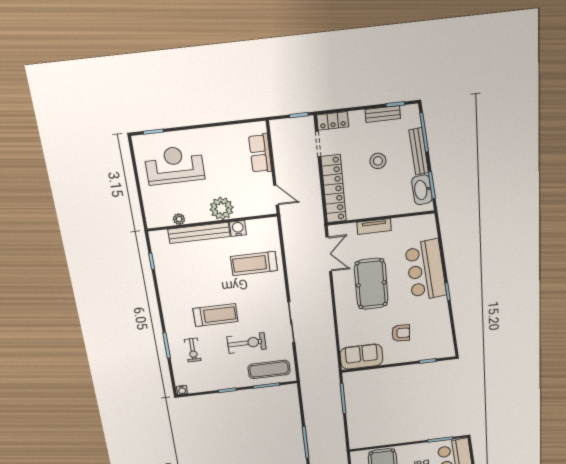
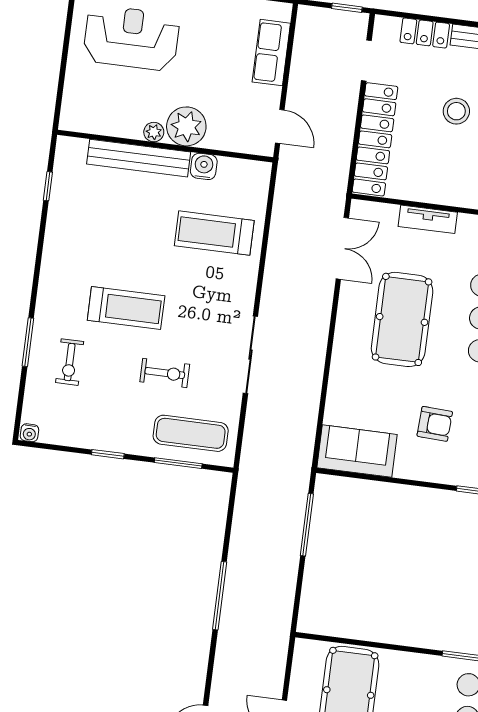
locker: (333, 121) -> (425, 33), moved
plant: (179, 219) -> (154, 132), moved
exercise bike: (247, 343) -> (165, 373), width x0.73, depth x0.72

